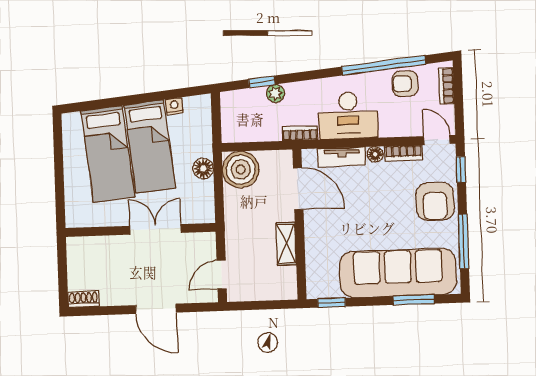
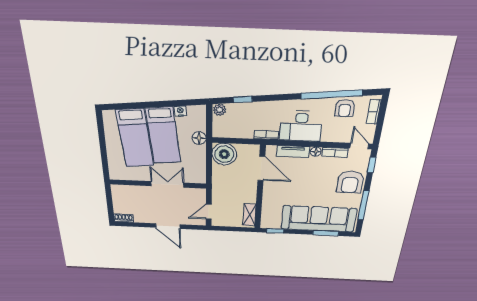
armchair: (405, 84) -> (345, 108), turned -90
plant: (275, 94) -> (220, 110), moved
floor lamp: (203, 168) -> (199, 138), moved
shelving: (286, 244) -> (250, 215), moved

